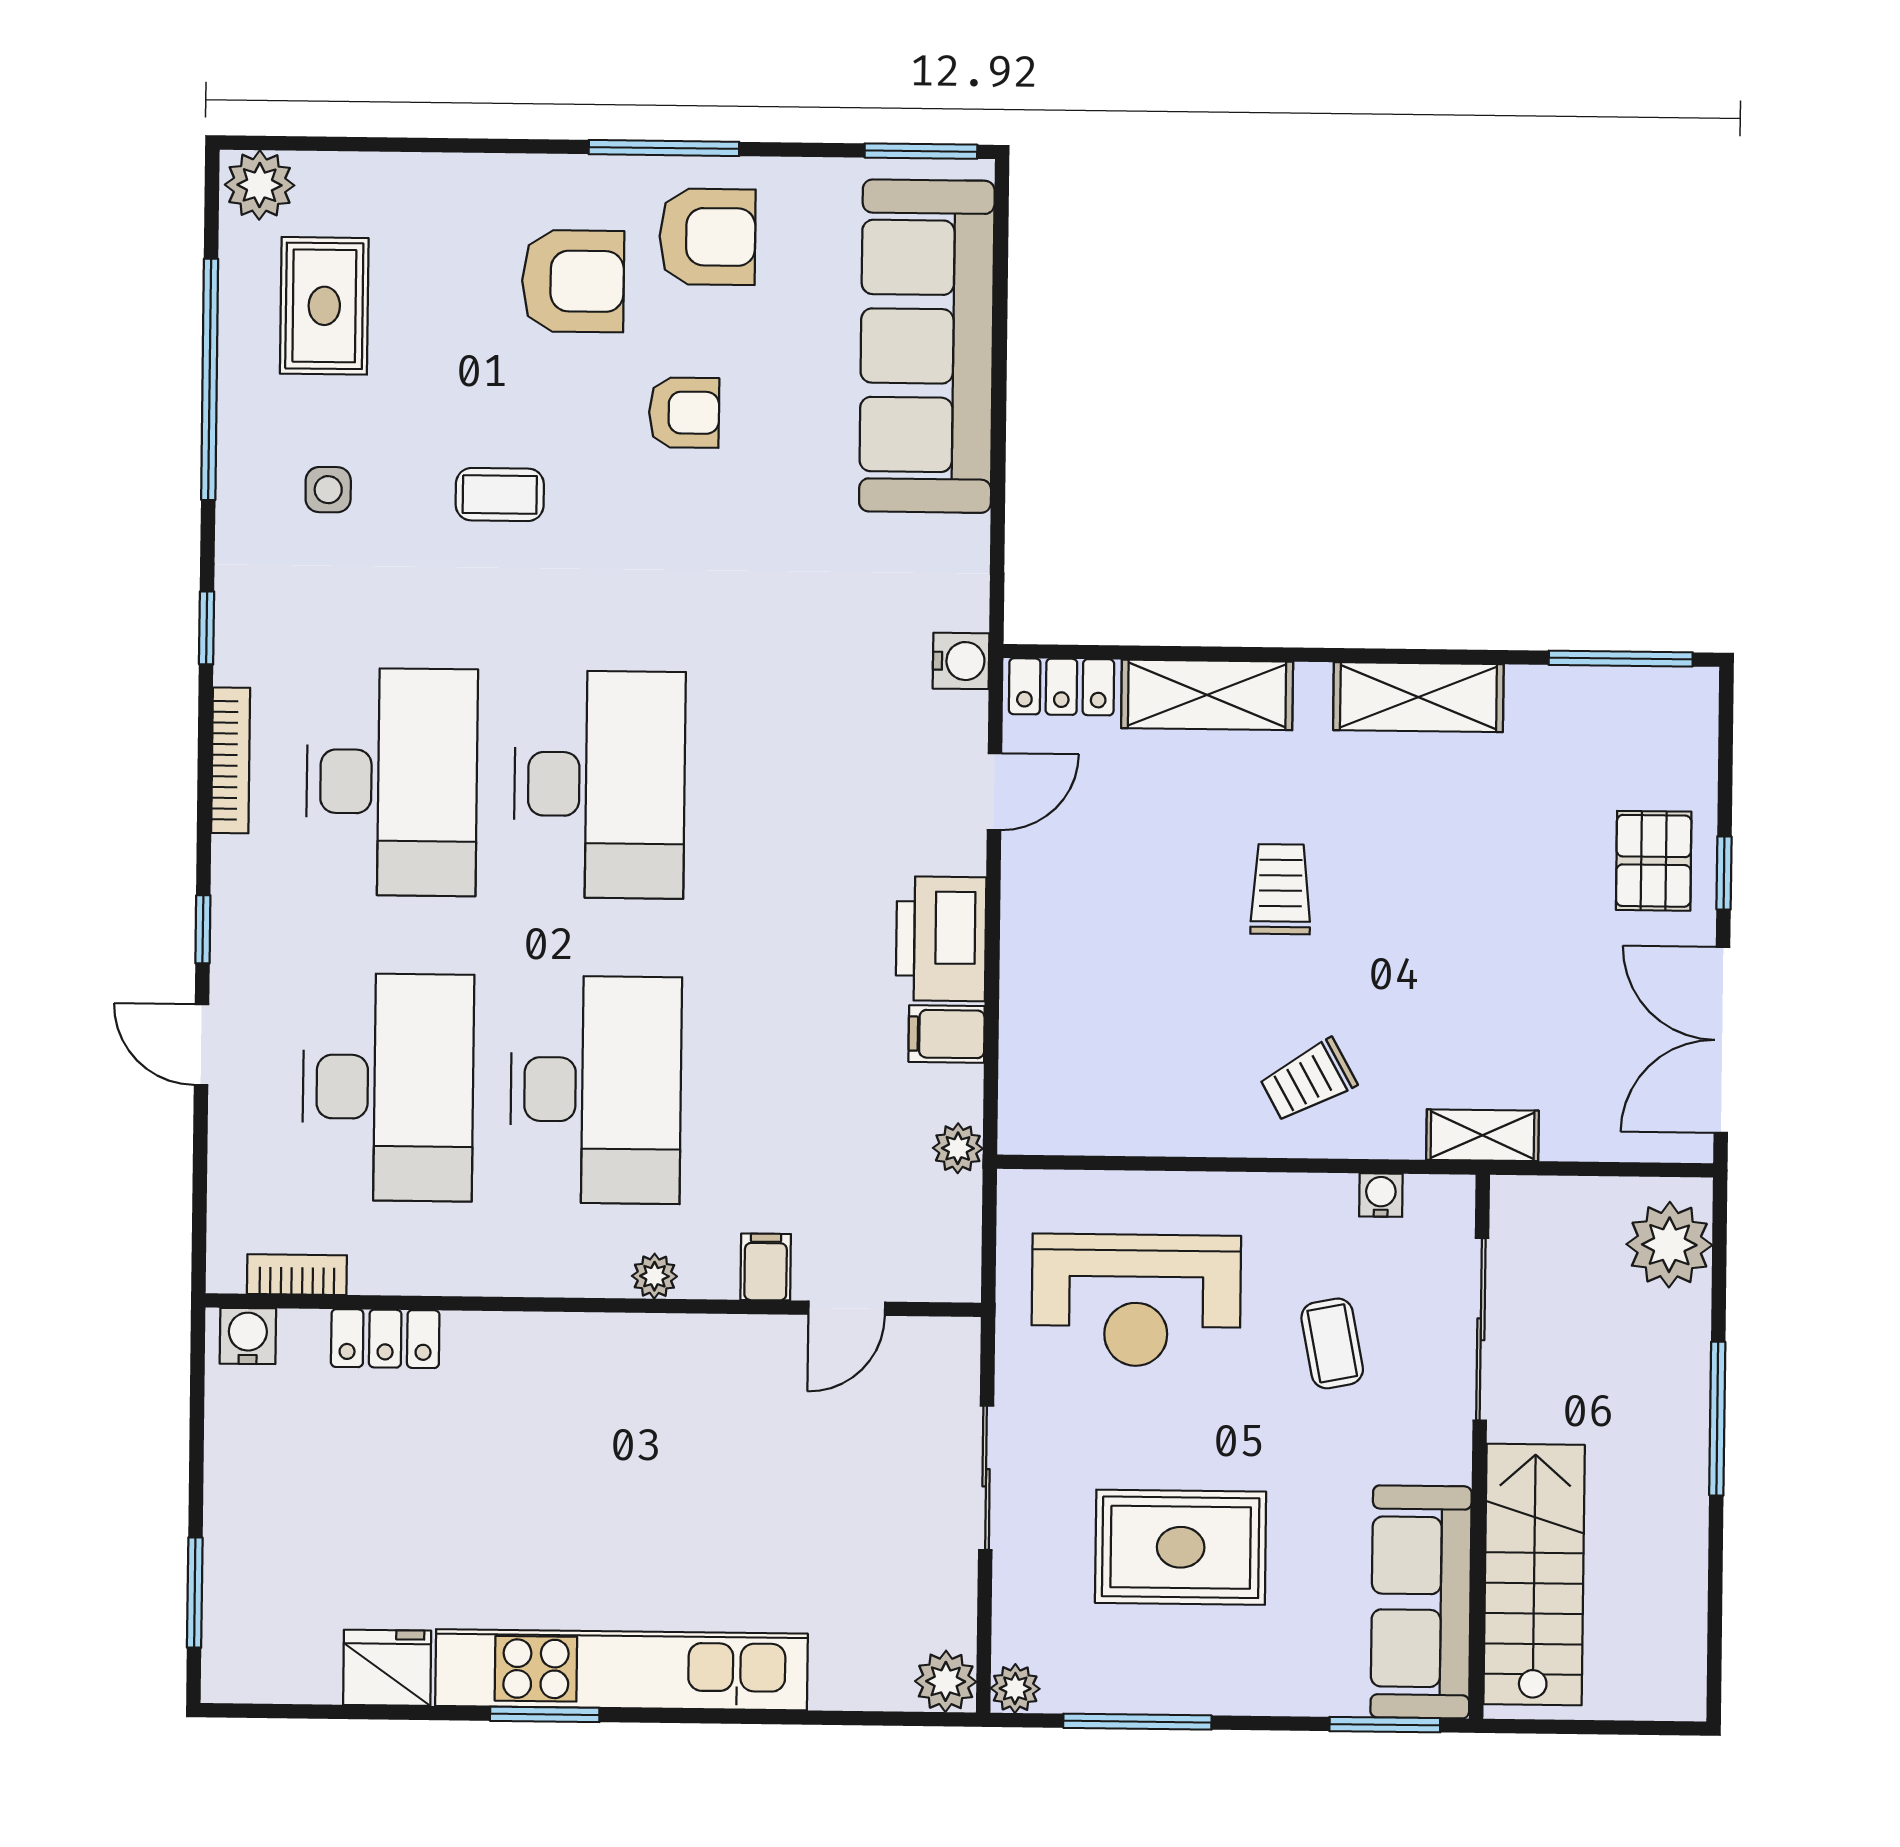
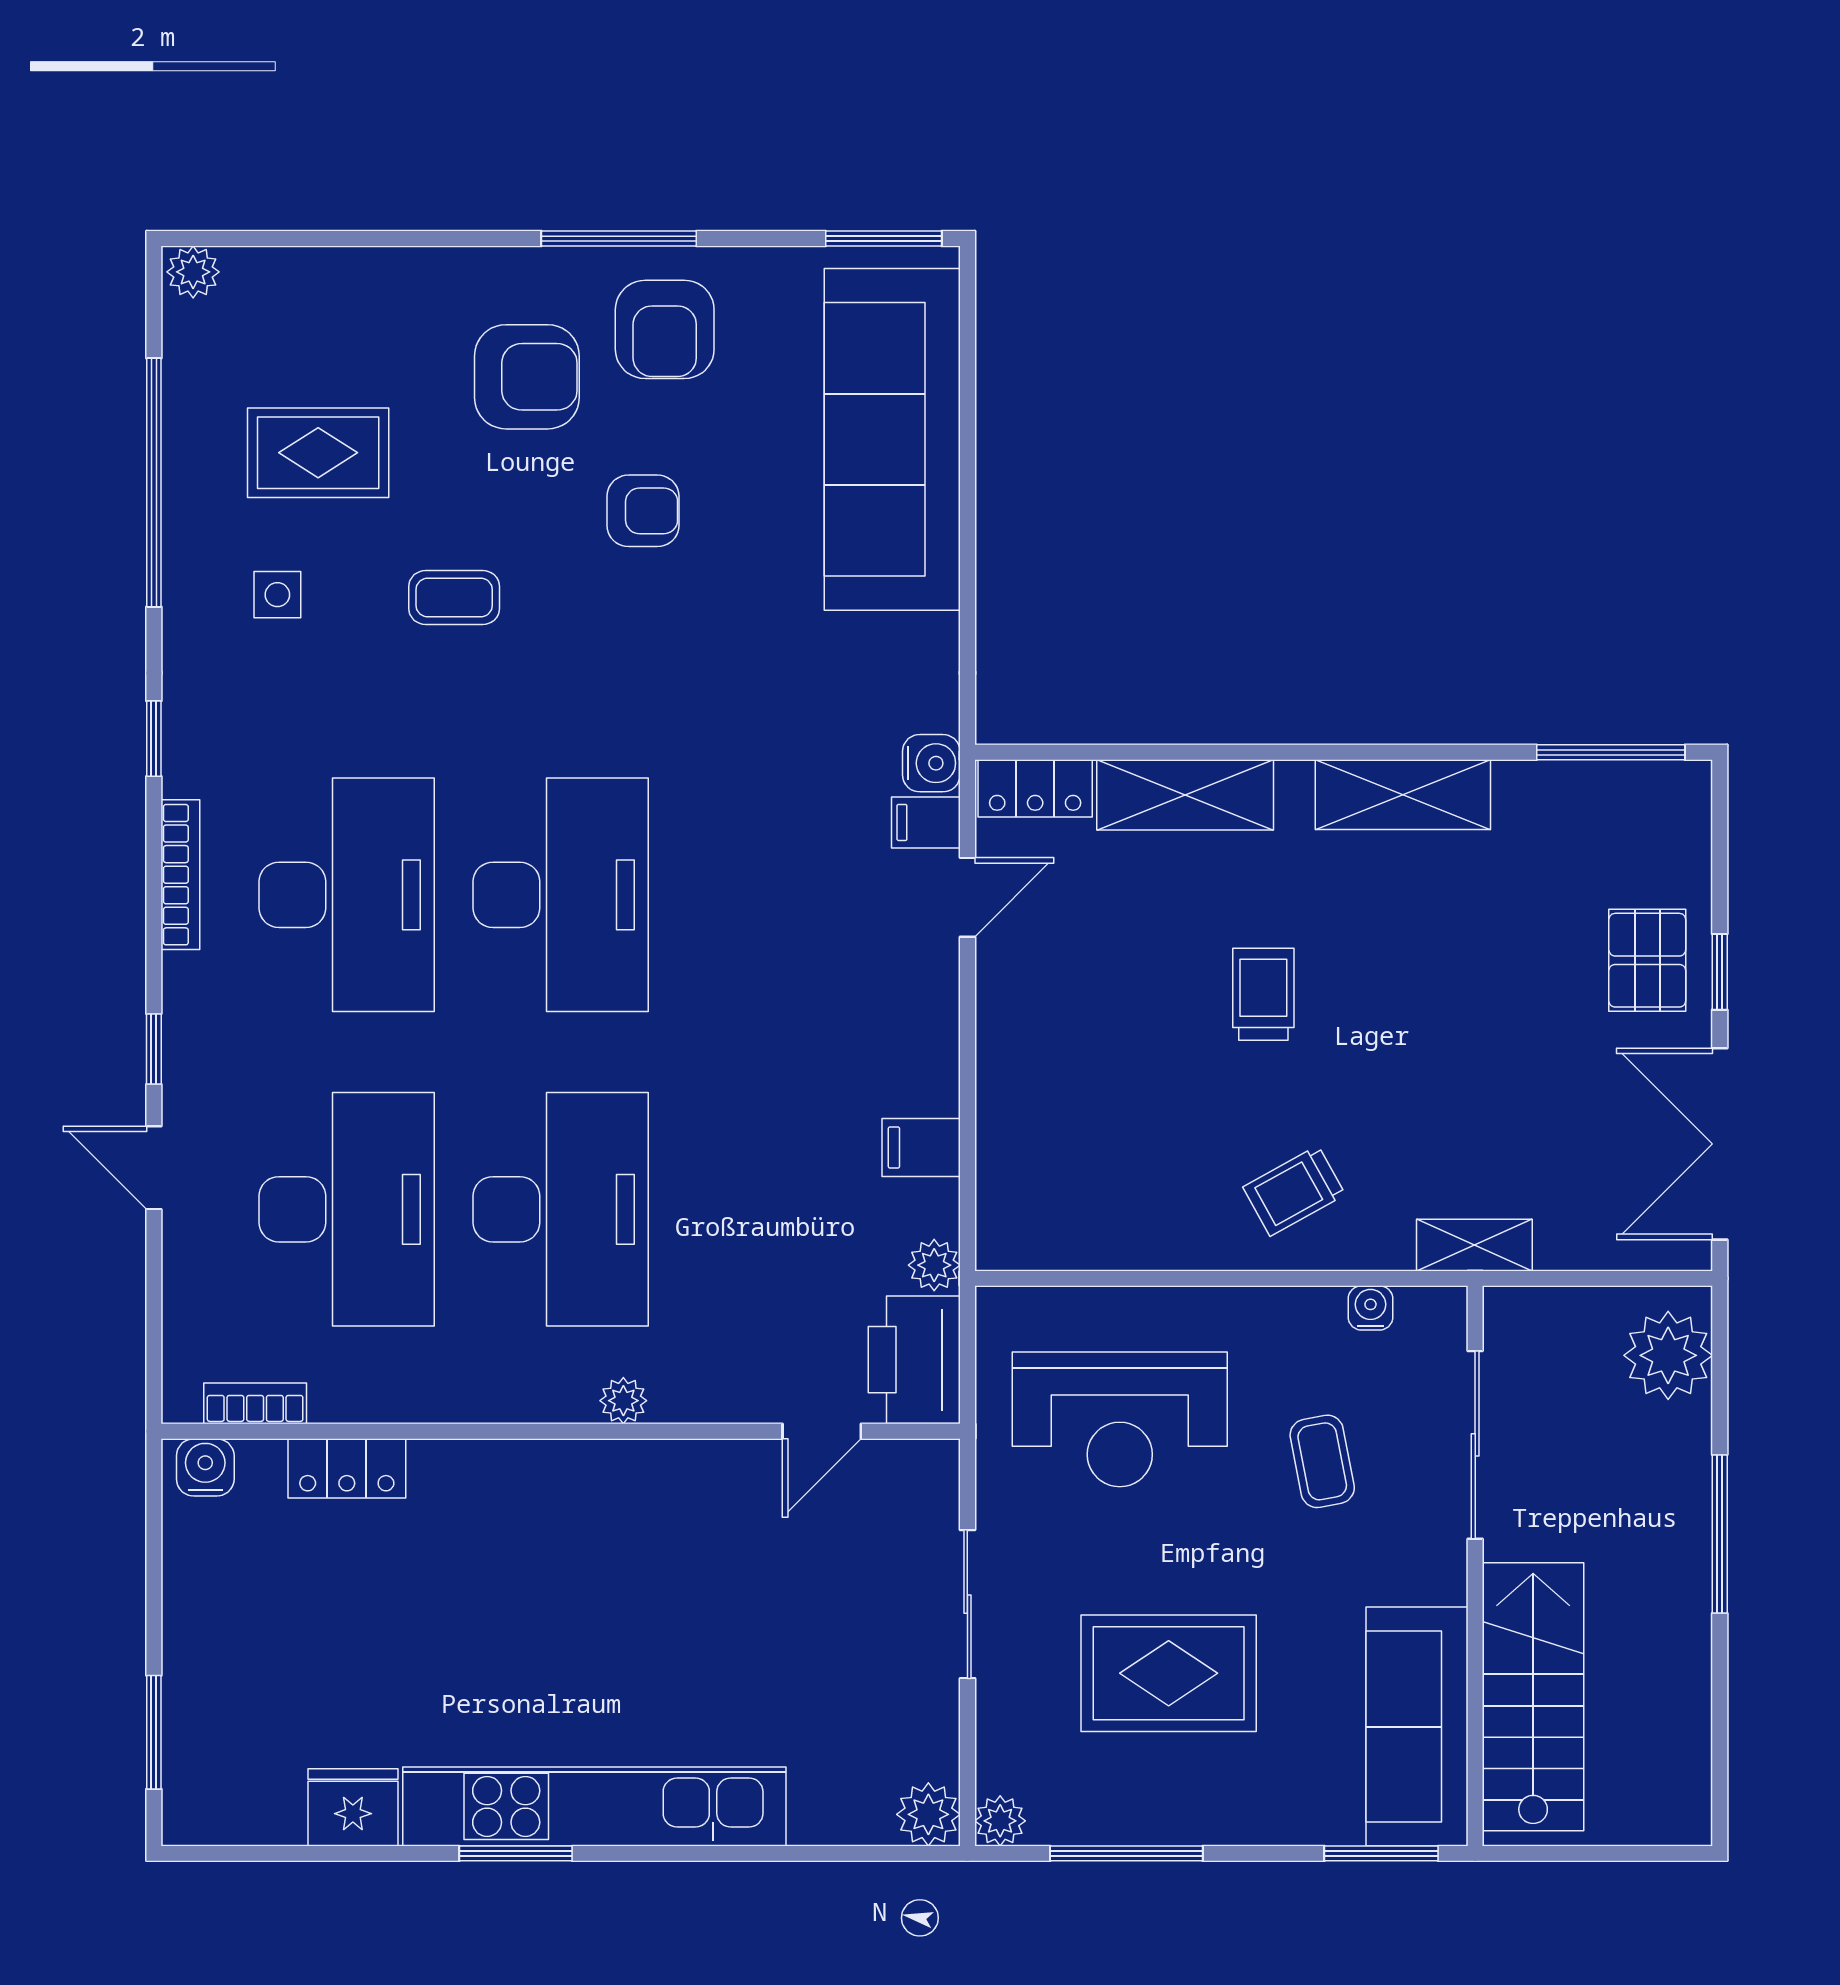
plant: (260, 185) -> (193, 272), width x0.73, depth x0.73
armchair: (707, 237) -> (665, 329), turned 90
rug: (324, 306) -> (318, 453), moved, turned 90
printer: (941, 939) -> (914, 1360), moved
filing cabinet: (766, 1267) -> (926, 822), moved, turned -90

